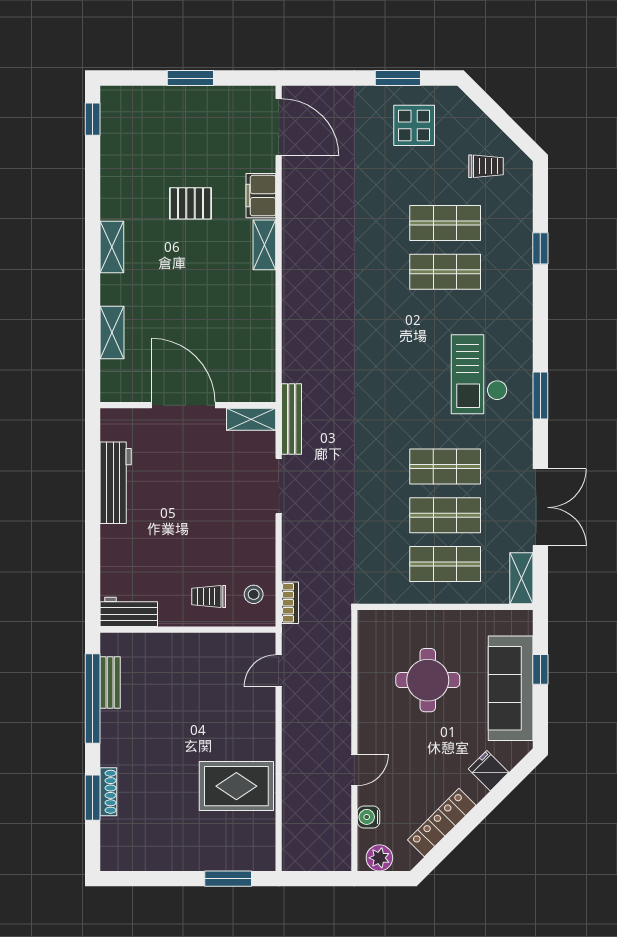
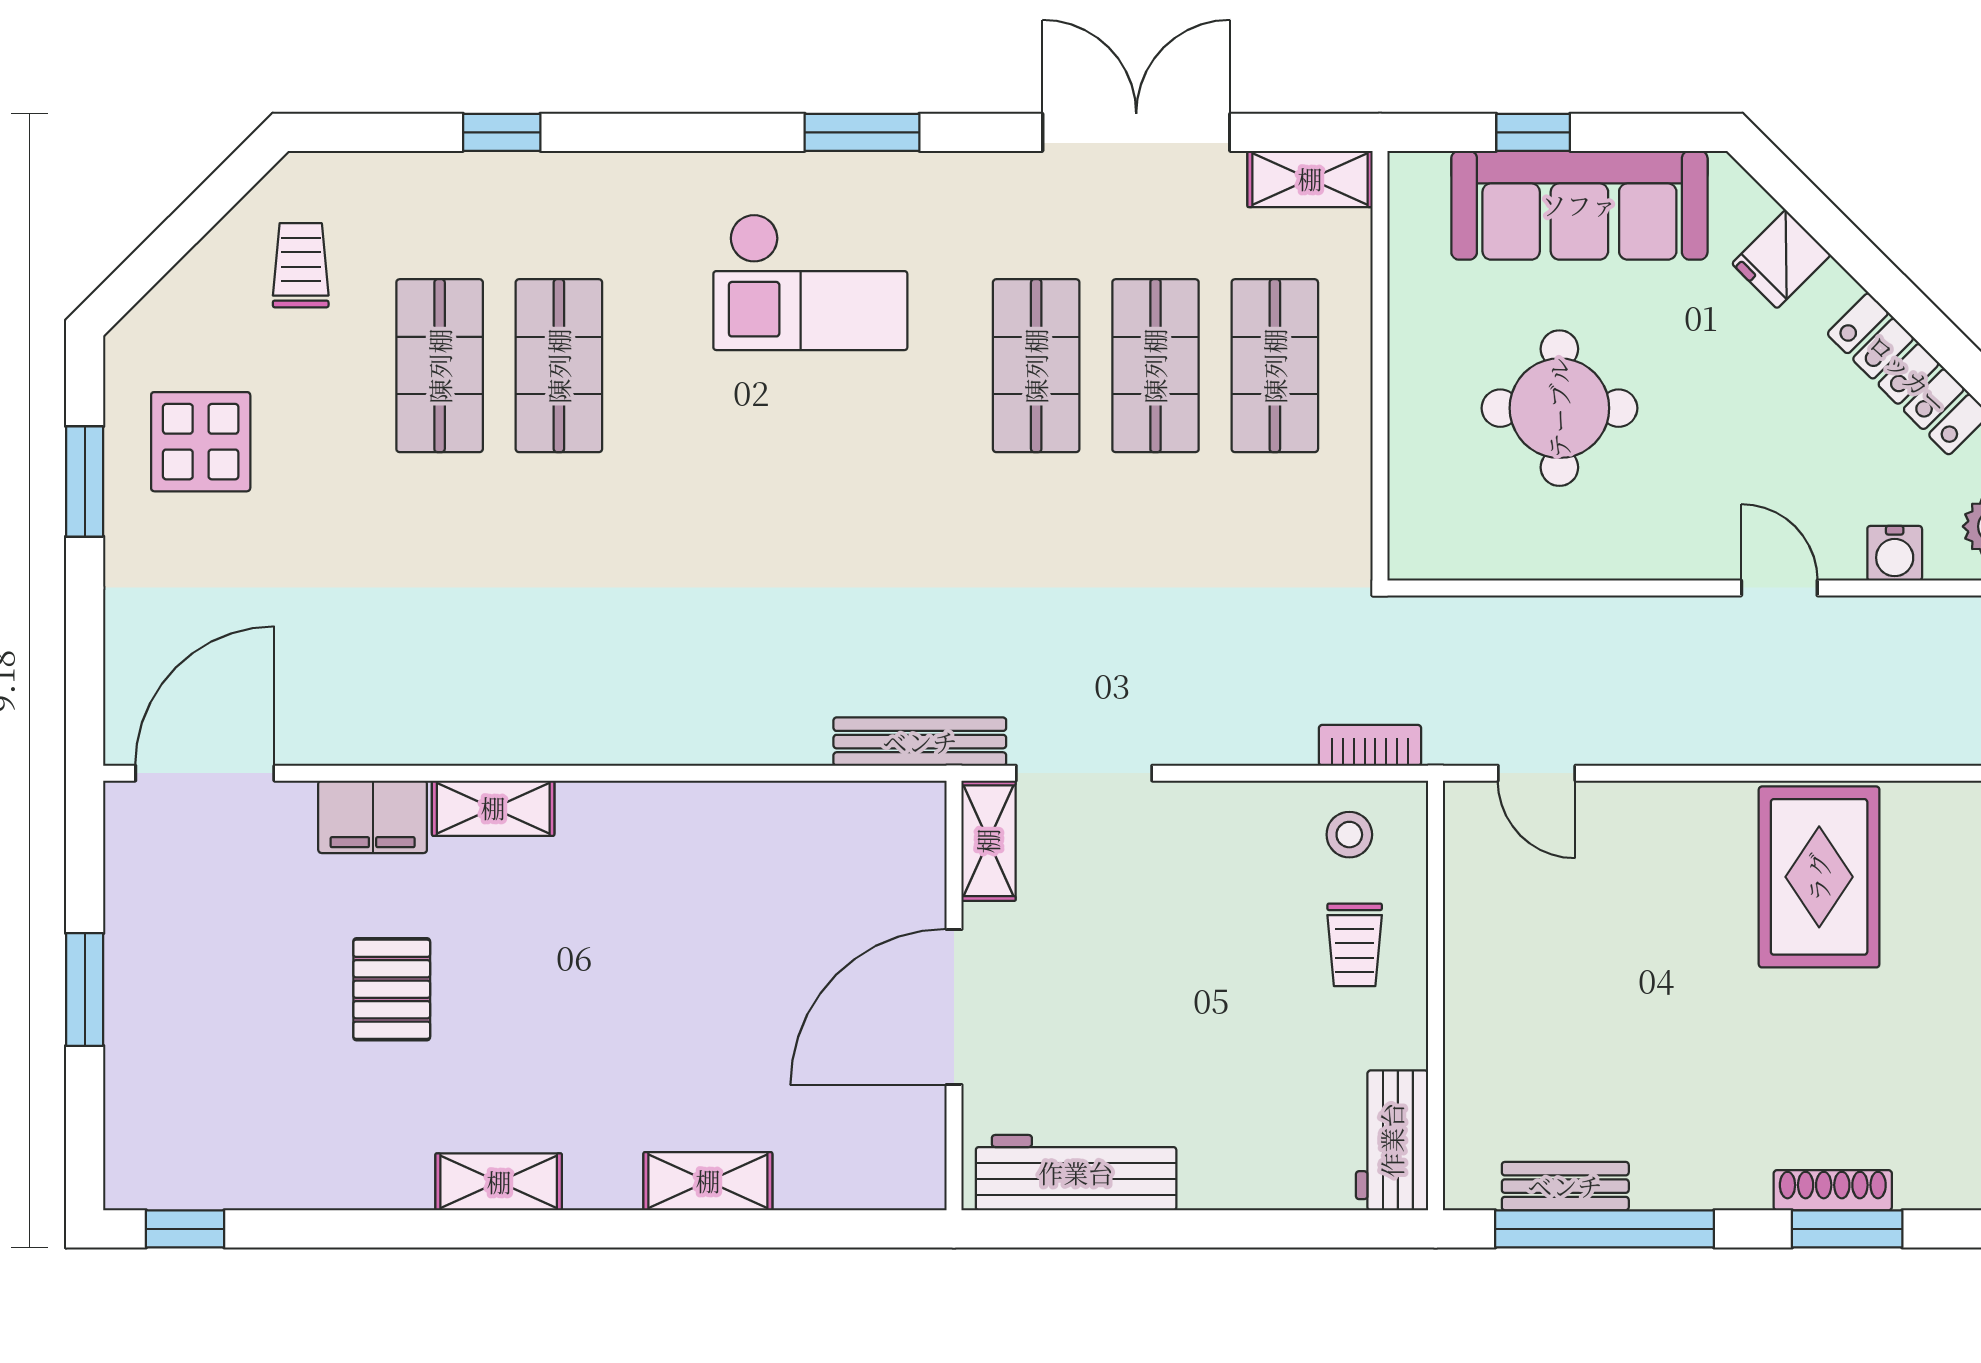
door: (183, 405) -> (954, 1007), moved
wall: (188, 405) -> (954, 995), moved
shelving: (251, 419) -> (988, 841), moved

